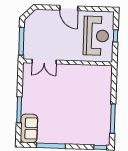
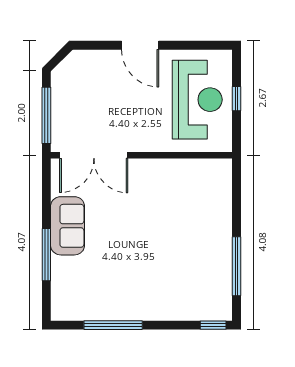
double door: (44, 62) -> (94, 155), width x1.37
sofa: (29, 128) -> (68, 226), moved

